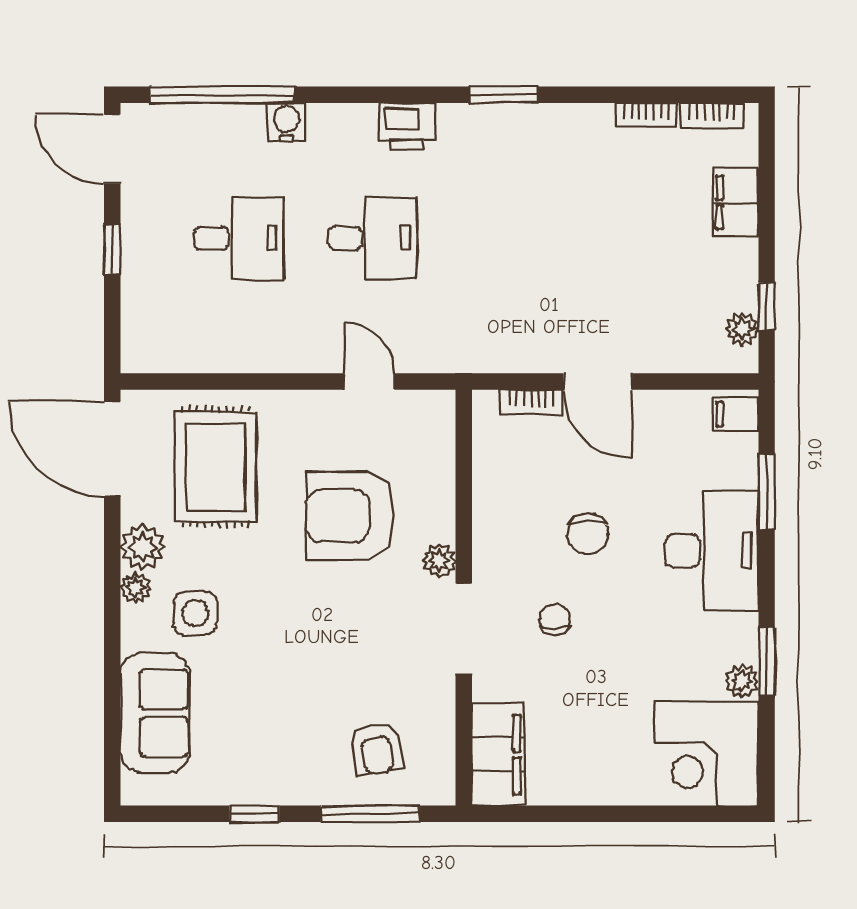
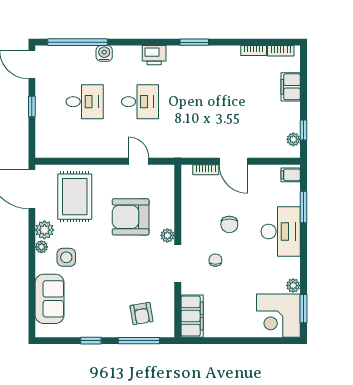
window: (767, 662) -> (304, 309), moved

